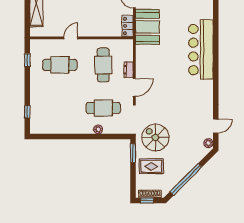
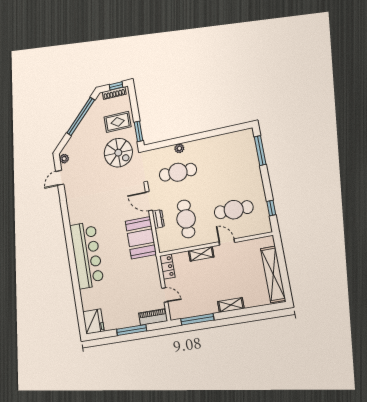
booth: (147, 27) -> (141, 238), moved
shelving: (95, 32) -> (201, 254), added
door: (71, 38) -> (227, 242), swing flipped
door: (134, 87) -> (149, 201), hinge flipped
window: (27, 112) -> (260, 151), width x2.17

